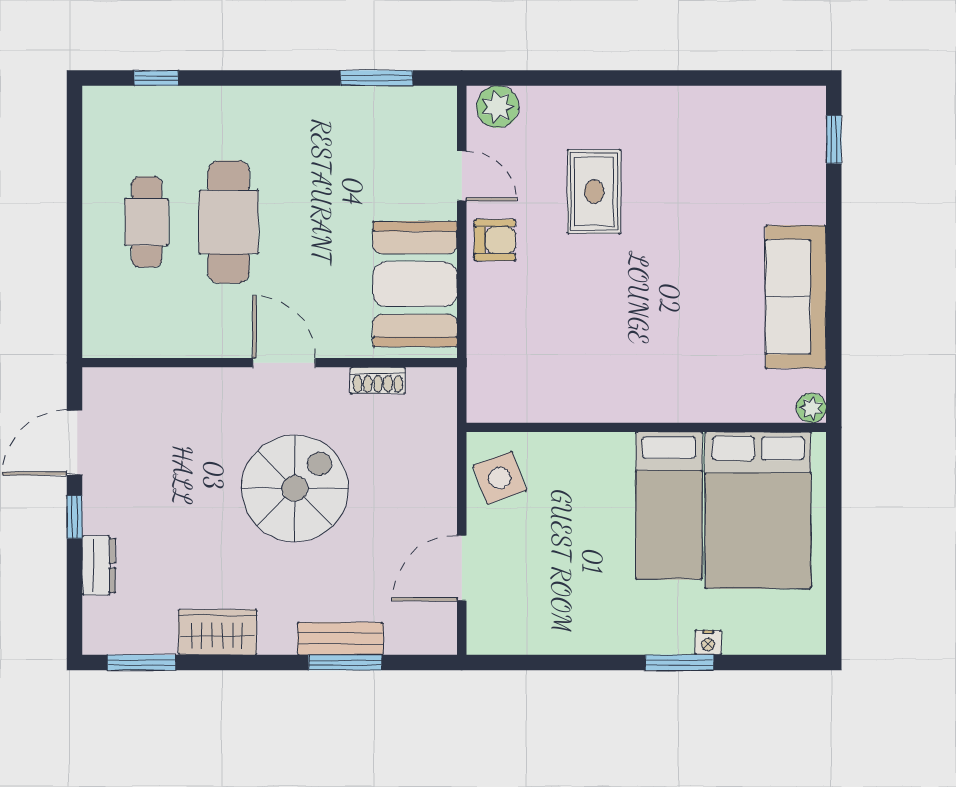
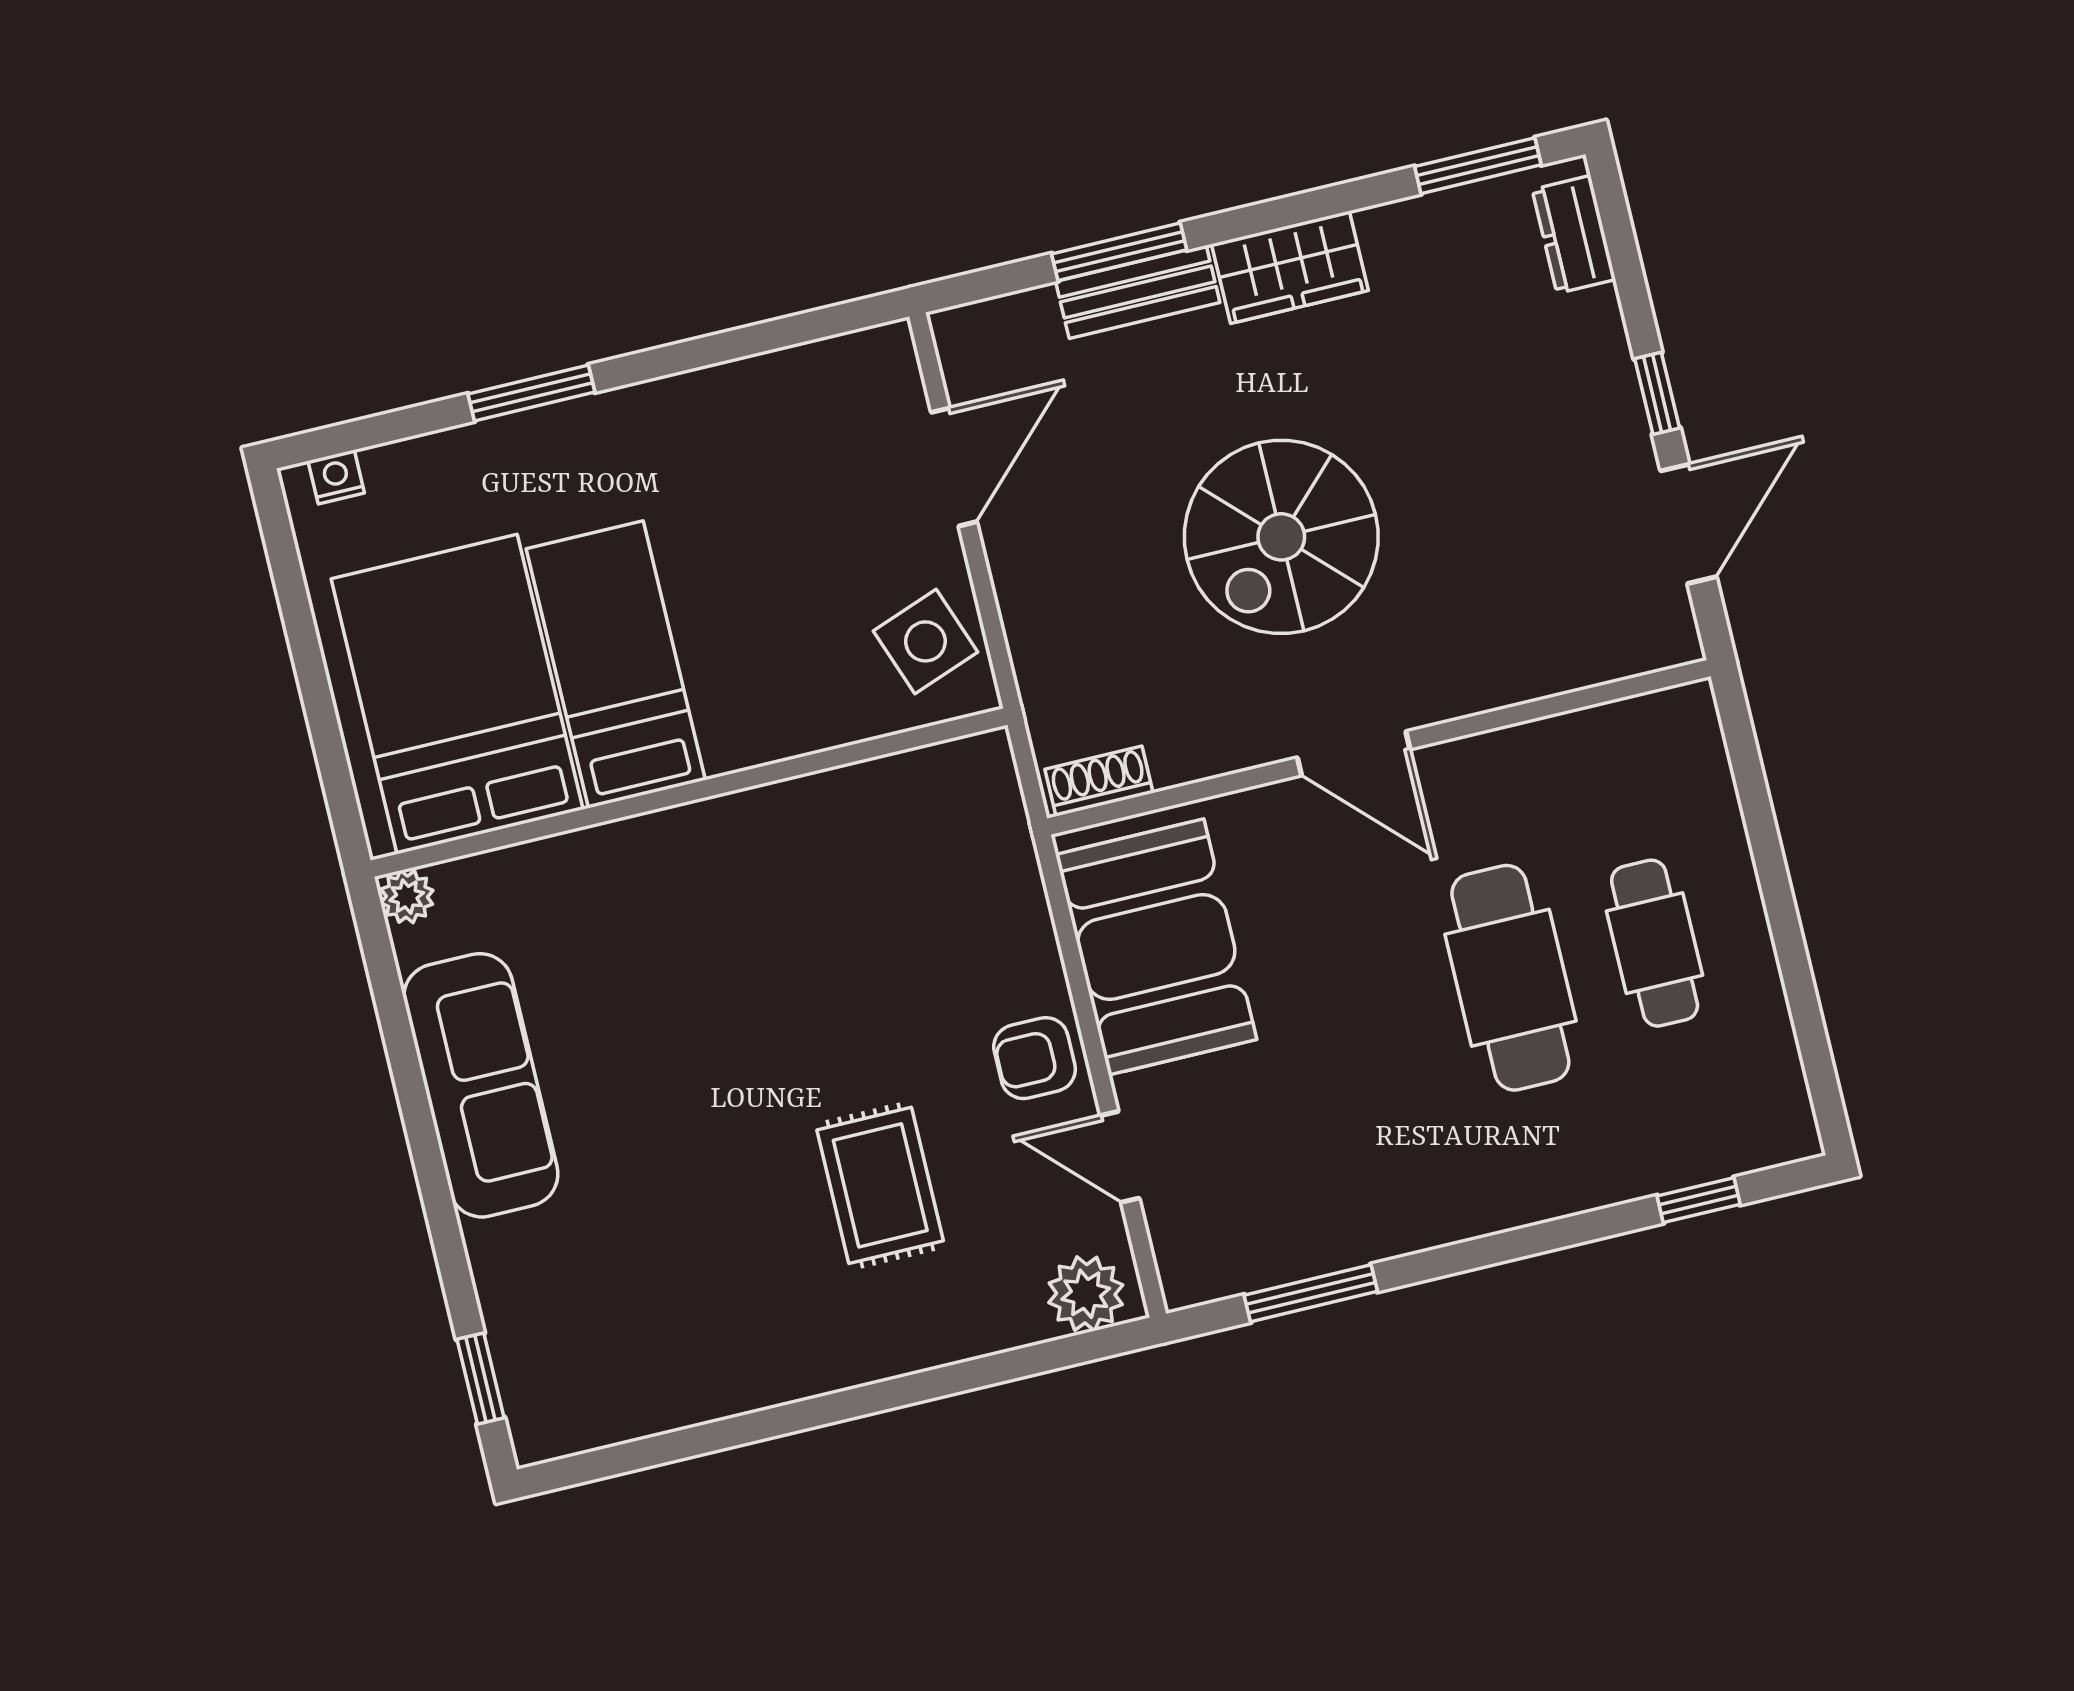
shoe rack: (378, 381) -> (1099, 781), moved
dresser: (99, 566) -> (1574, 234), moved
wardrobe: (217, 632) -> (1290, 267), moved
nightstand: (708, 642) -> (336, 477), moved

